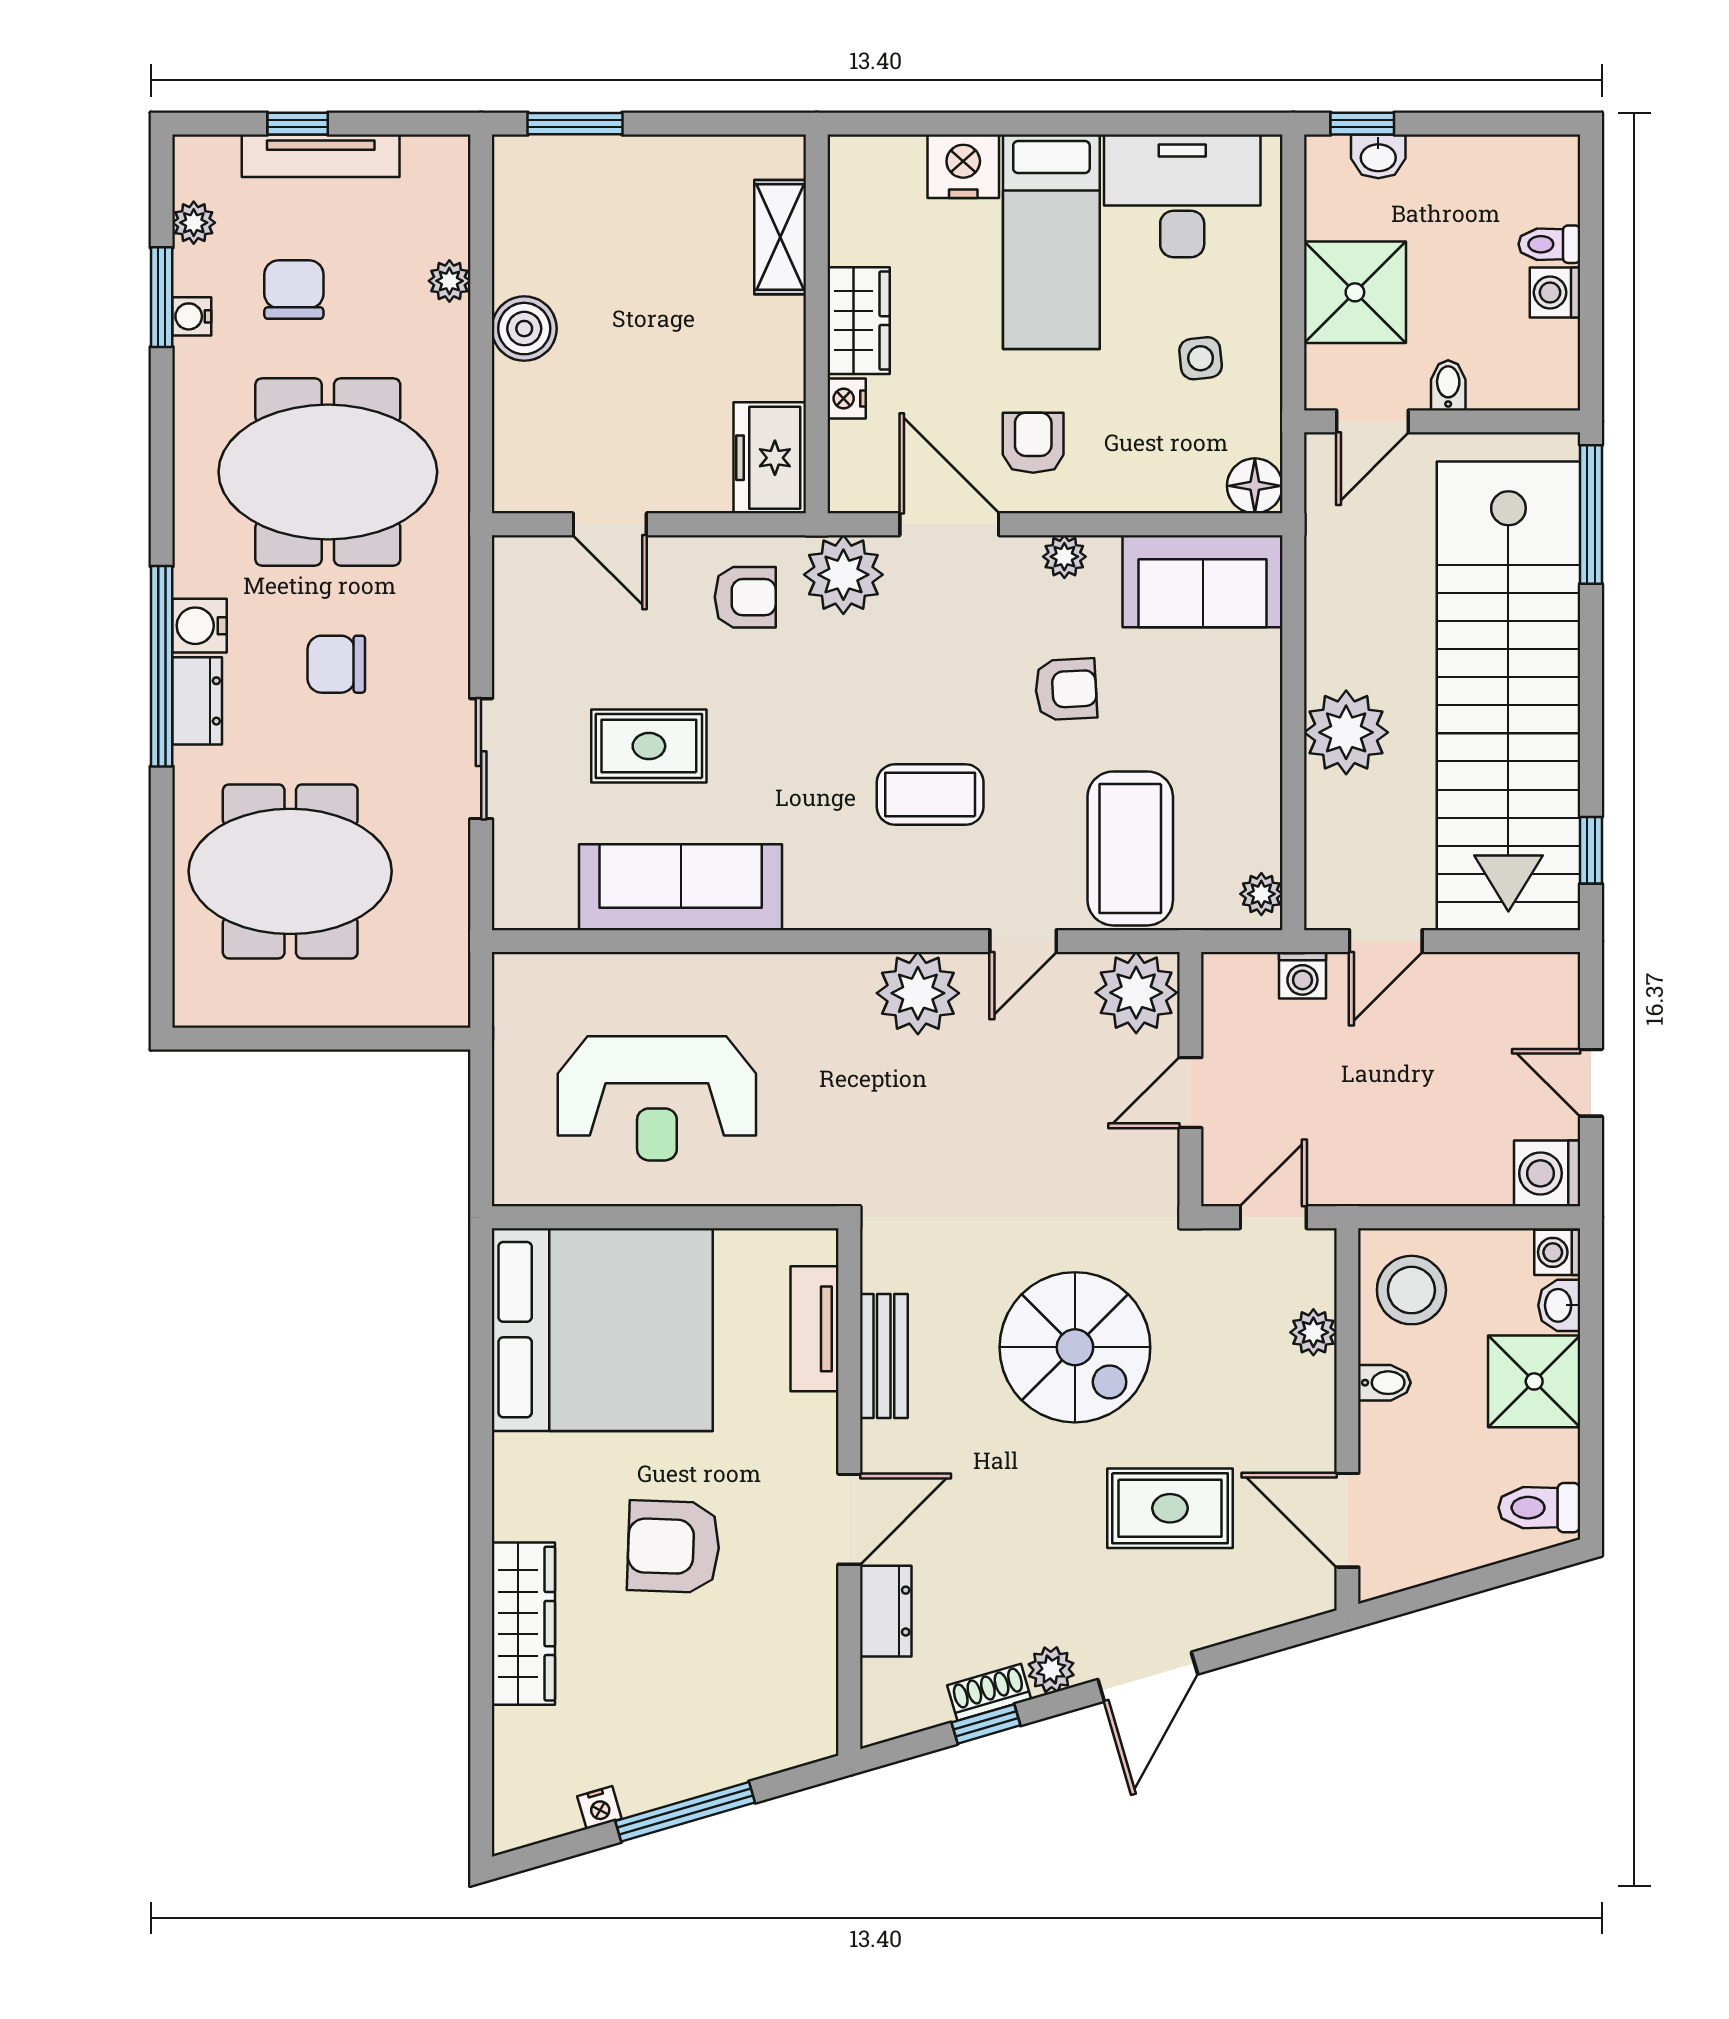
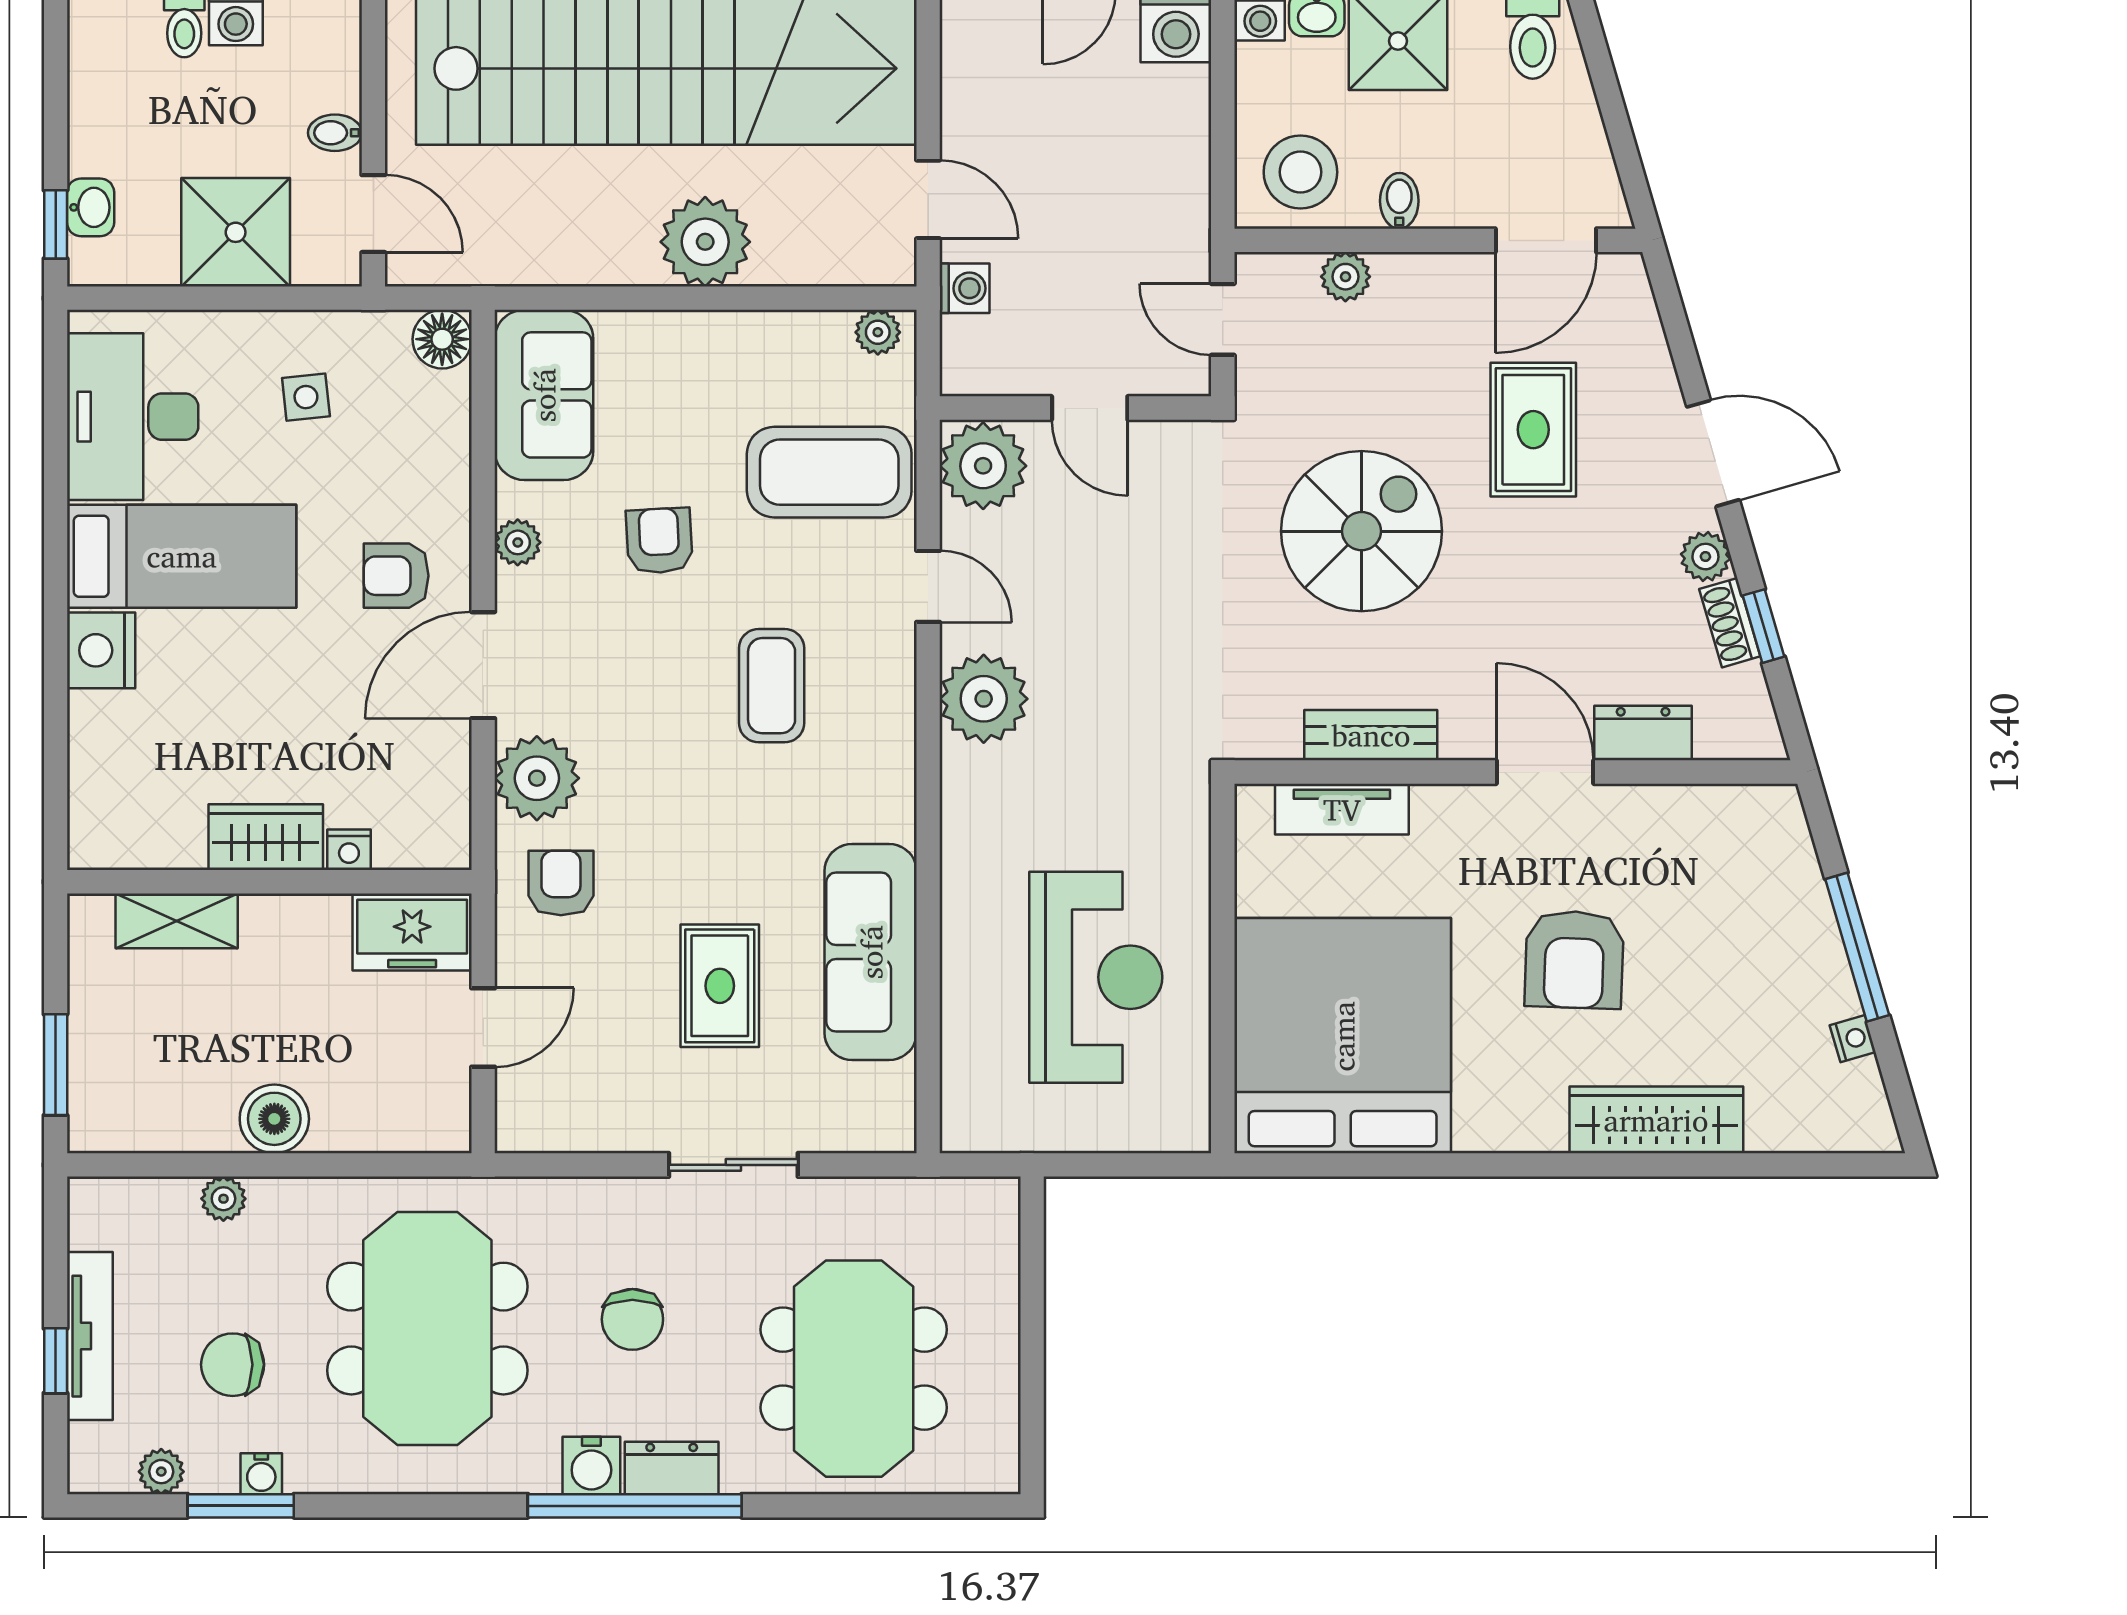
shelving: (780, 237) -> (177, 921), moved
wardrobe: (859, 321) -> (266, 837), moved
wall: (817, 324) -> (269, 882), moved
nightstand: (847, 399) -> (349, 850), moved
freezer: (770, 458) -> (412, 932), moved

